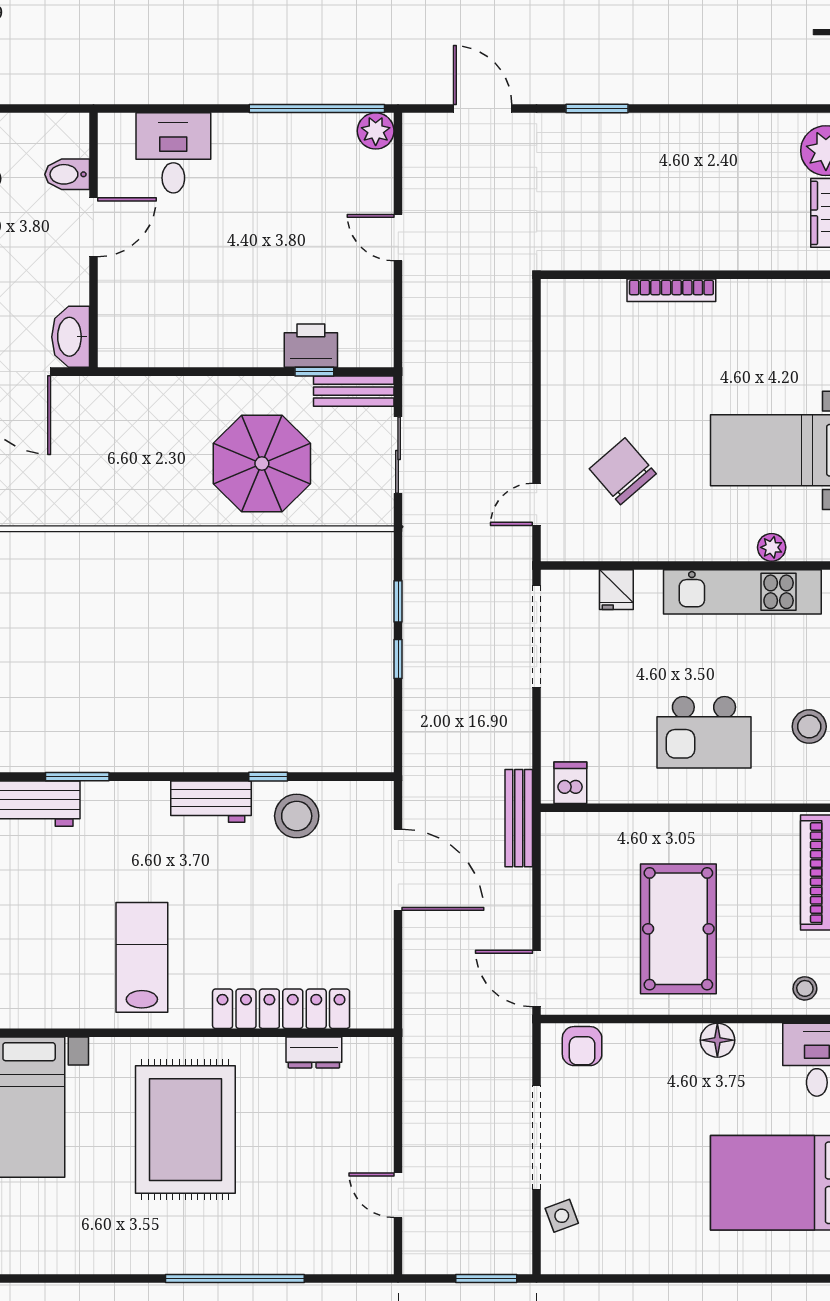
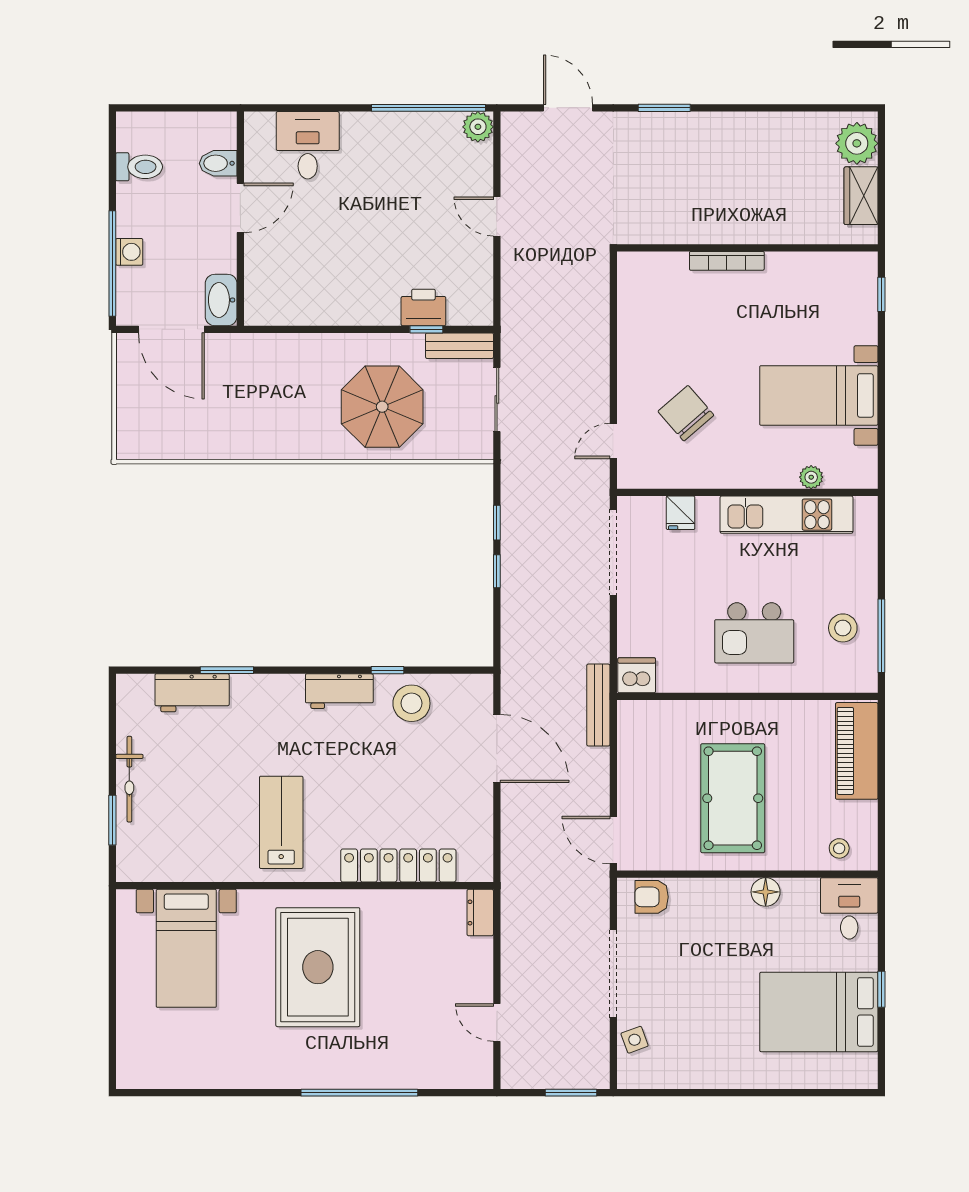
dishwasher: (570, 783) -> (637, 675), width x1.38
armchair: (582, 1046) -> (652, 897), turned 90
dresser: (314, 1052) -> (480, 912), moved, turned 90

